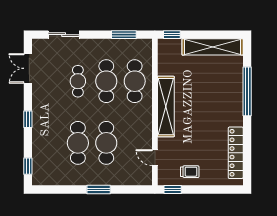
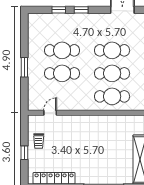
cafe table: (78, 81) -> (112, 50), width x1.37, depth x1.35
shelving: (166, 107) -> (91, 122), removed
window: (28, 166) -> (59, 10), moved
window: (173, 189) -> (24, 153), moved

